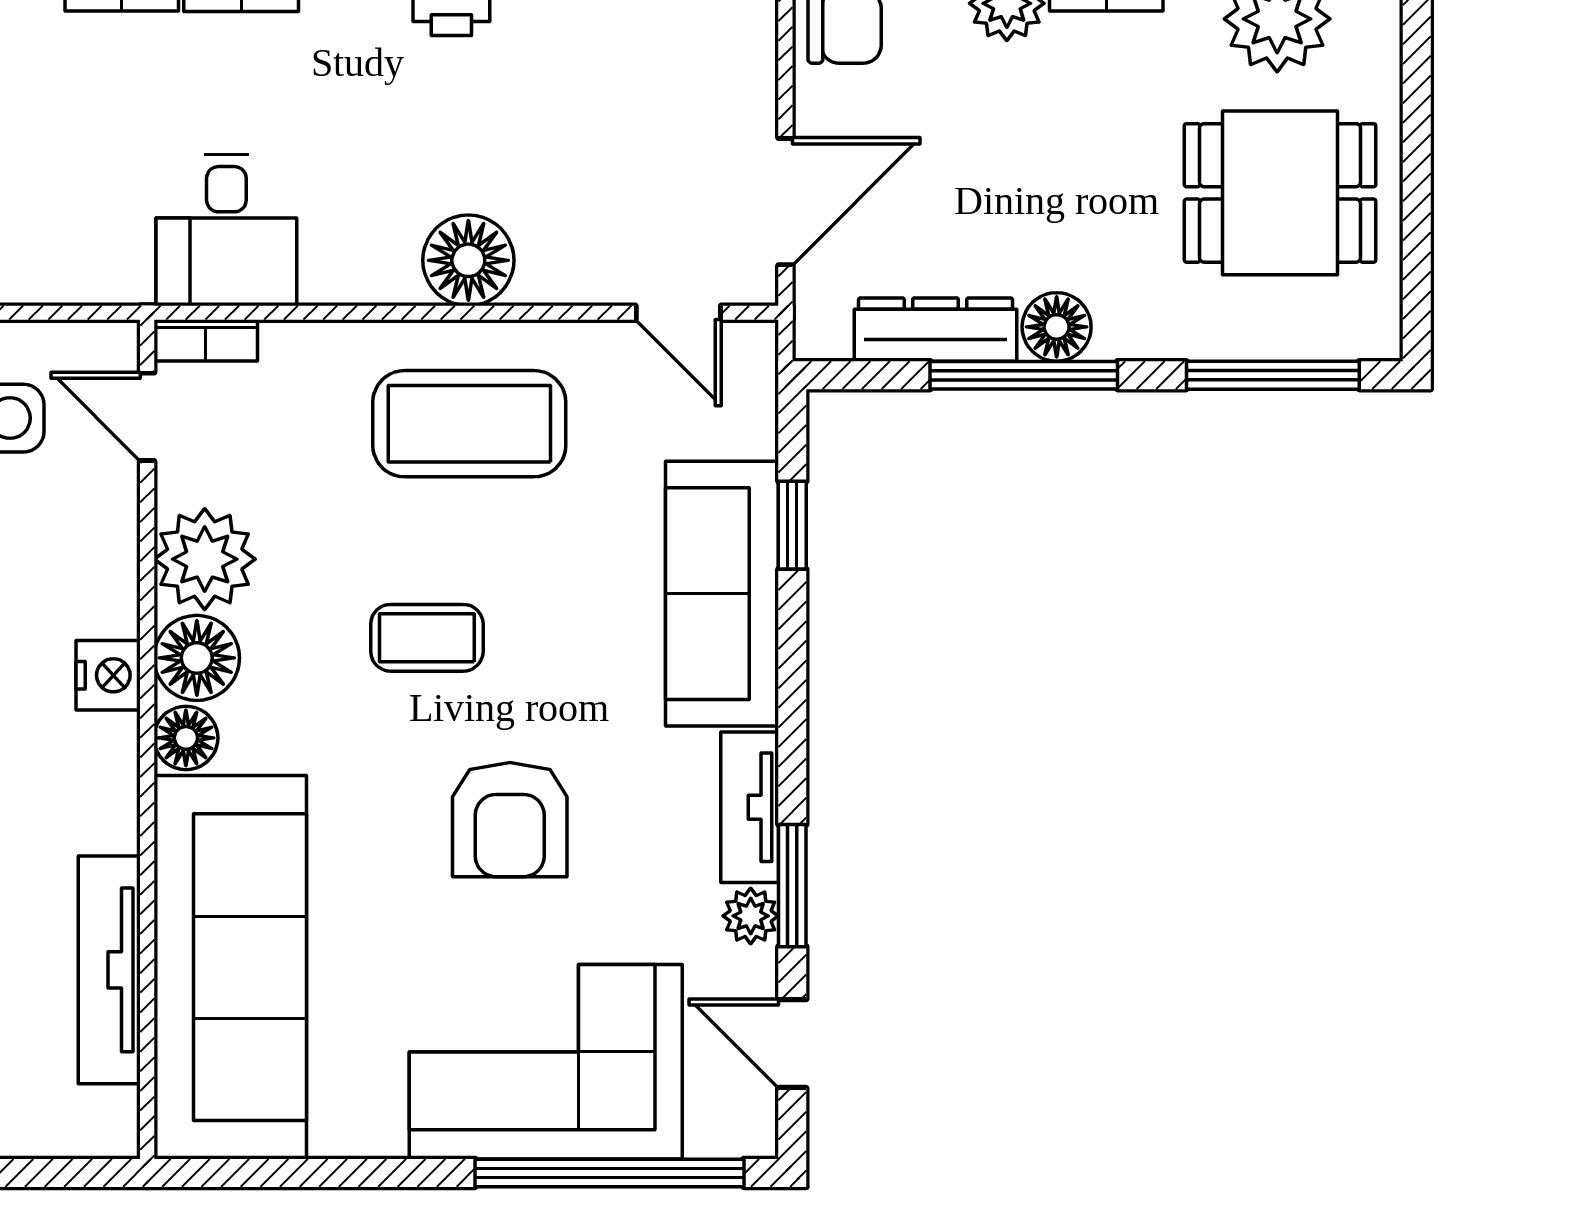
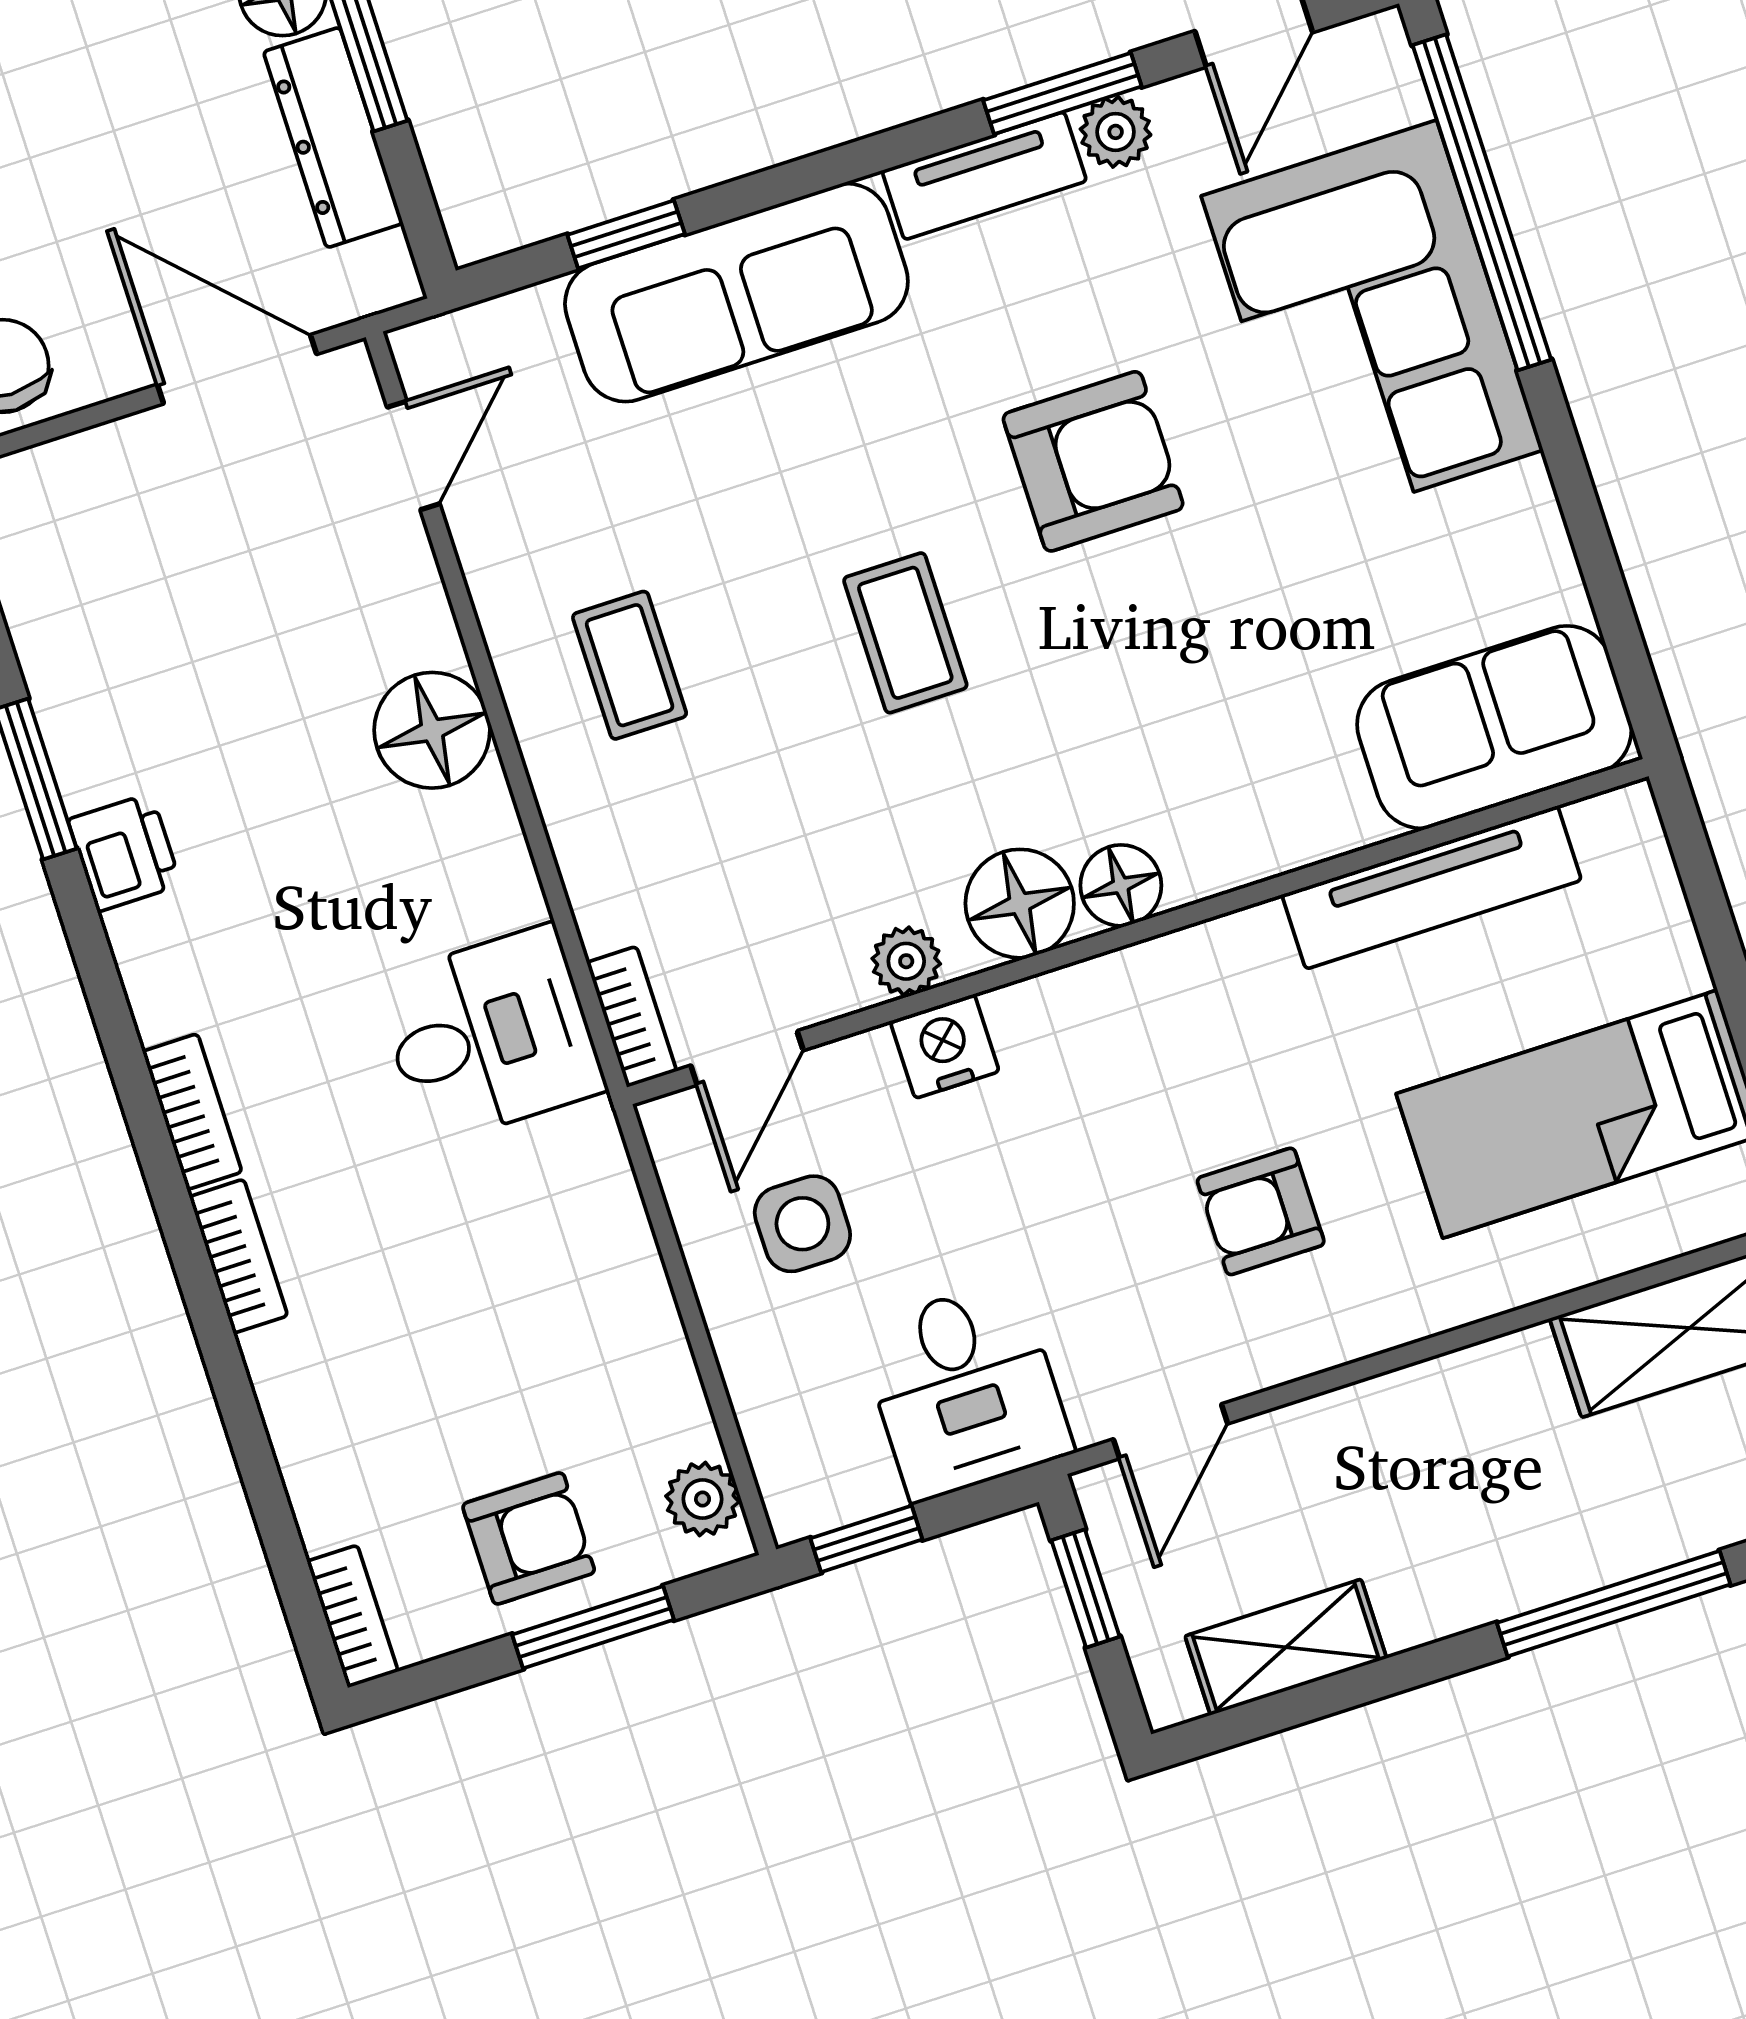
coffee table: (469, 424) -> (630, 665), width x0.54, depth x0.58
plant: (205, 559) -> (906, 961), width x0.53, depth x0.53
nightstand: (108, 675) -> (945, 1046), moved
sofa: (230, 967) -> (1494, 727), width x0.54, depth x0.79

